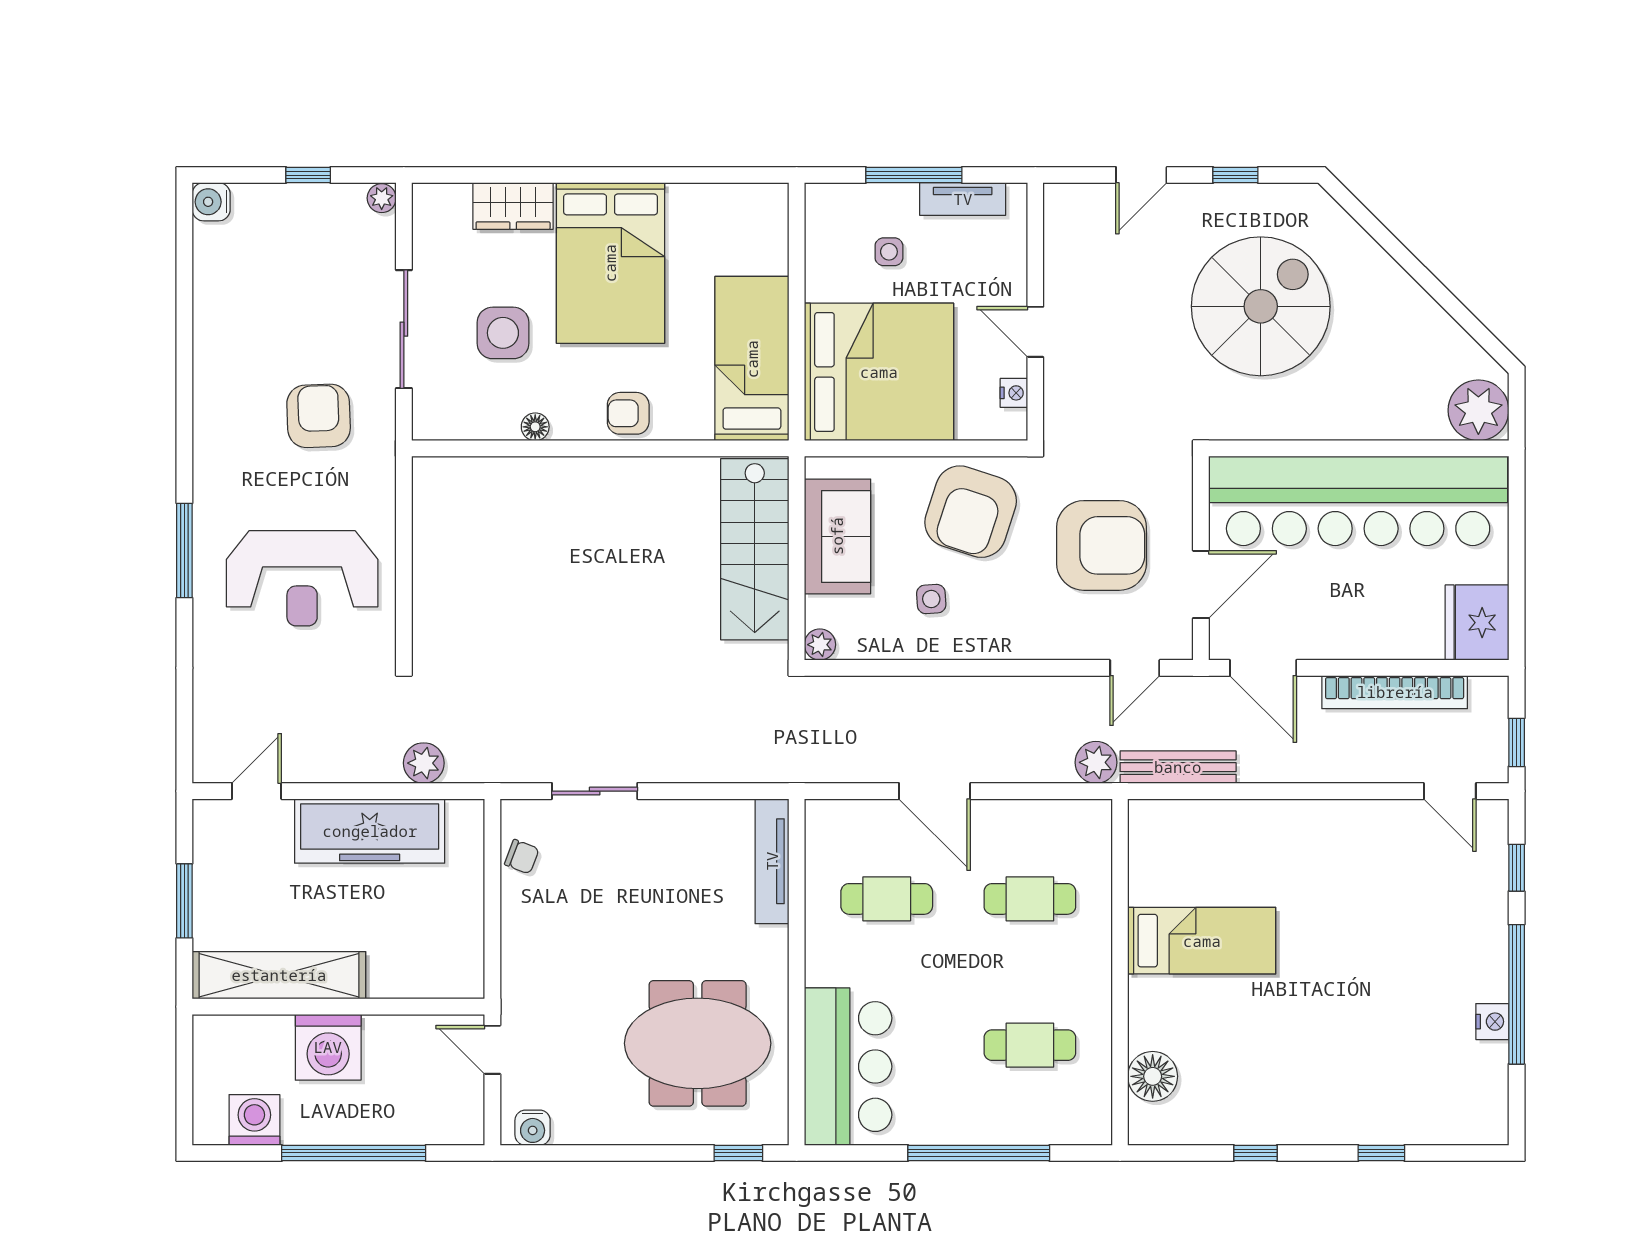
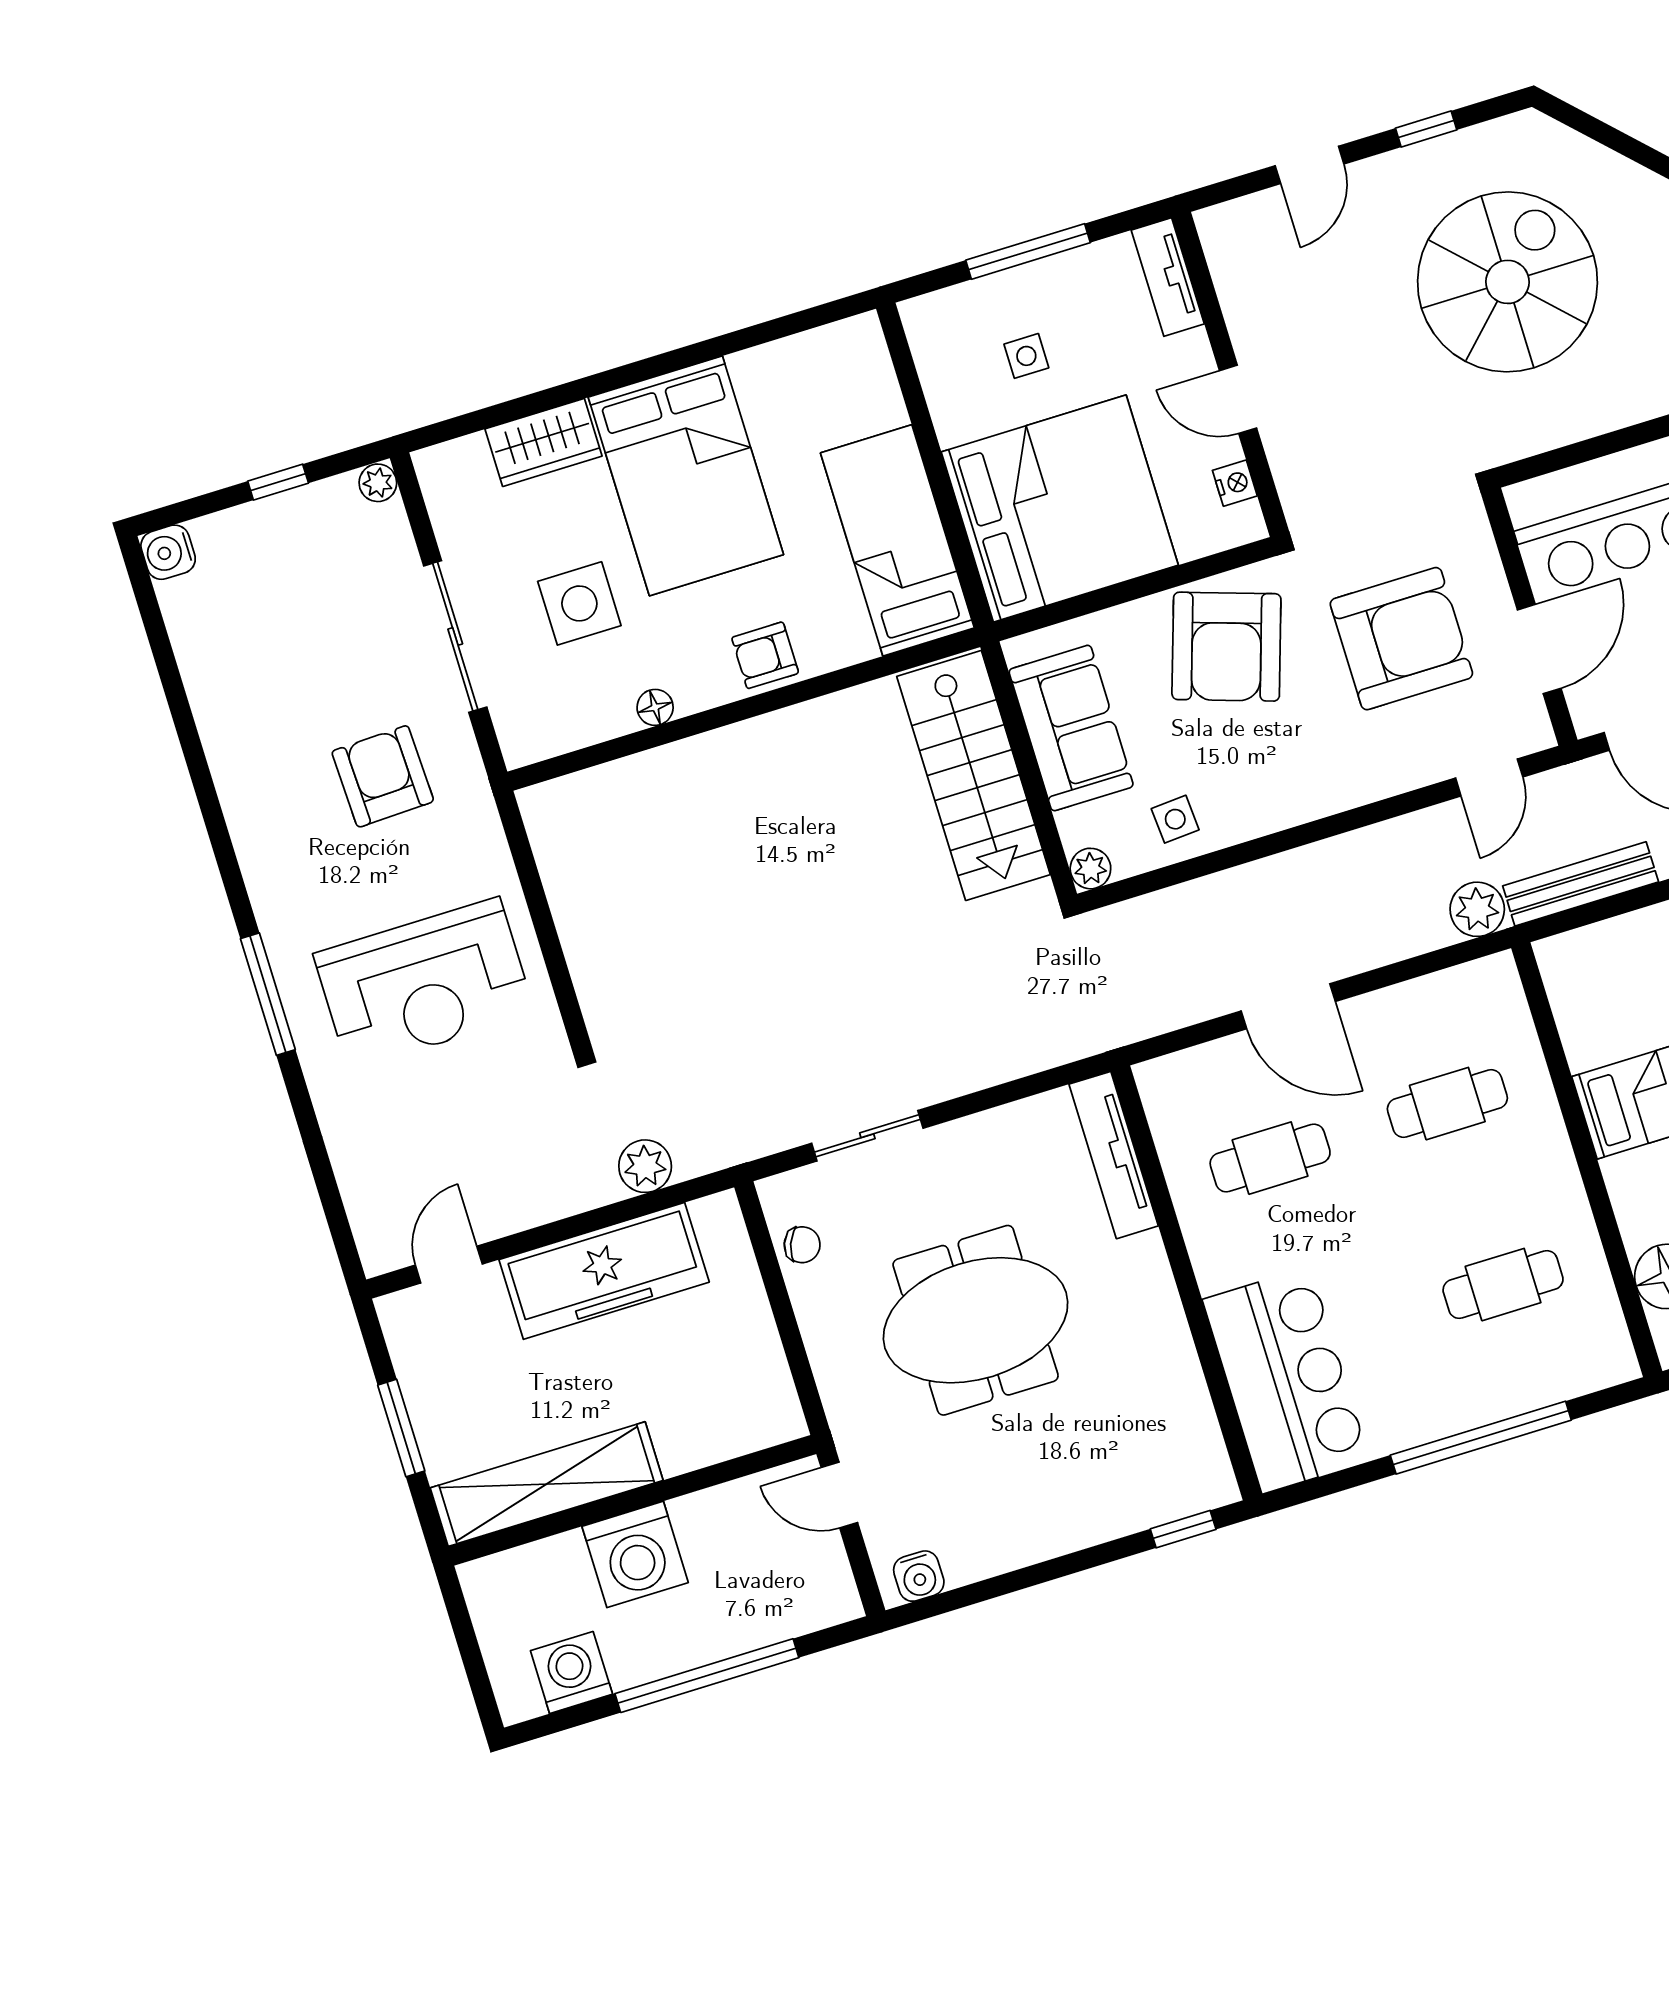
tv unit: (963, 199) -> (1168, 277), moved, turned 90
side table: (931, 599) -> (1175, 819), moved
meeting table: (698, 1043) -> (976, 1320), moved

